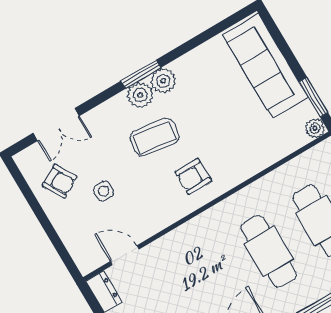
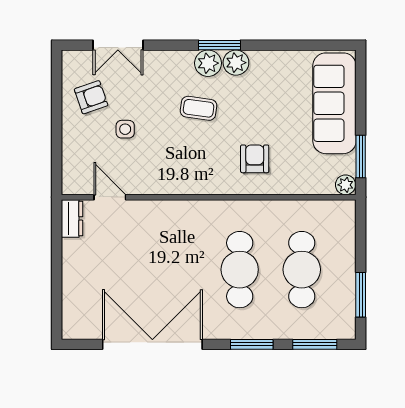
coffee table: (155, 137) -> (199, 108), width x0.73, depth x0.77
armchair: (193, 176) -> (255, 159), moved, turned 90
armchair: (60, 181) -> (91, 97), turned -80

